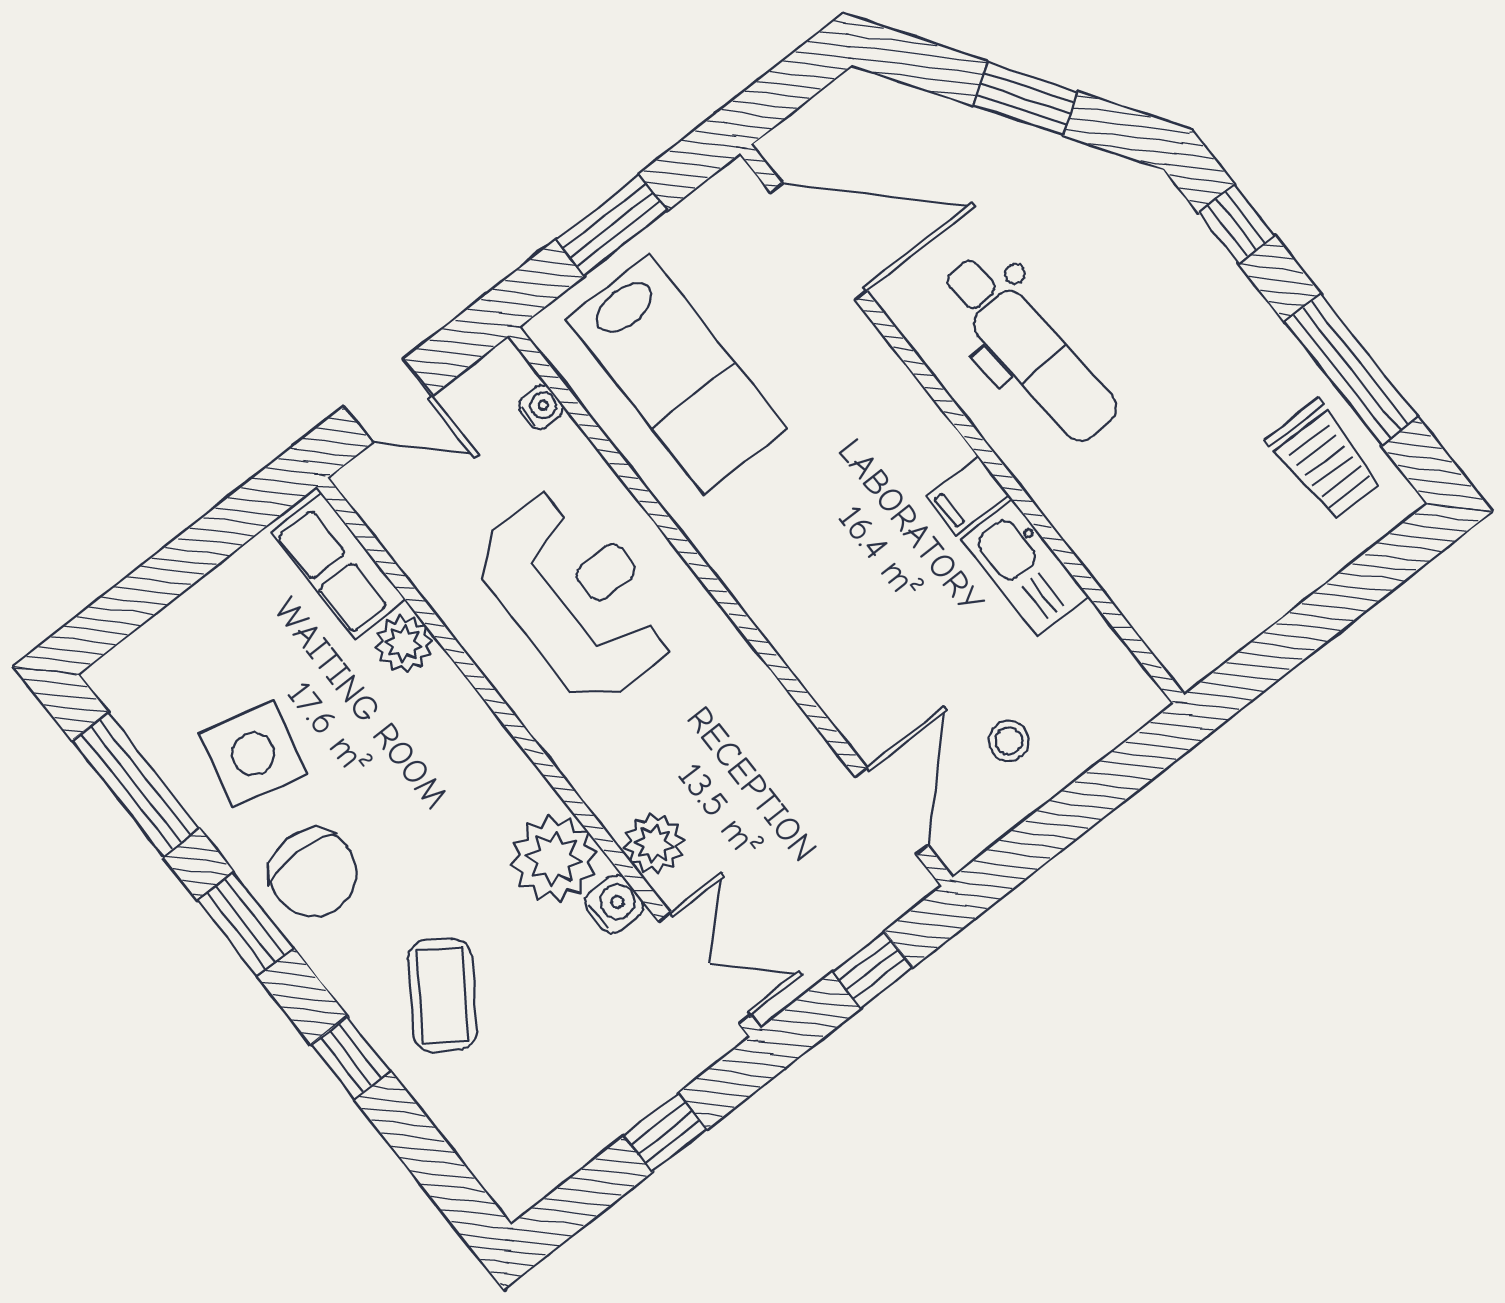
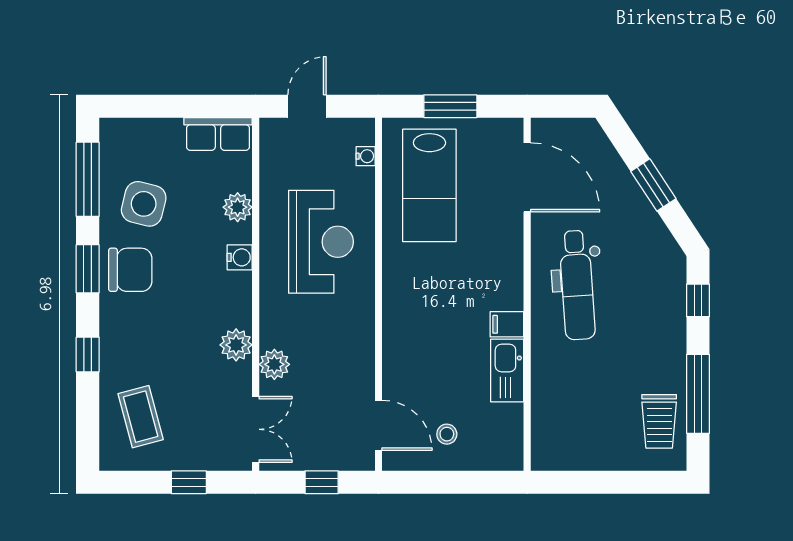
door: (388, 401) -> (307, 106), swing flipped
row of seats: (338, 566) -> (218, 134), moved, turned -90
door: (891, 811) -> (378, 425), hinge flipped
plant: (554, 859) -> (236, 345), width x0.73, depth x0.73
chair: (313, 873) -> (130, 270), turned -90
water cooler: (614, 904) -> (240, 257), moved
coffee table: (442, 995) -> (141, 417), moved, turned -49

